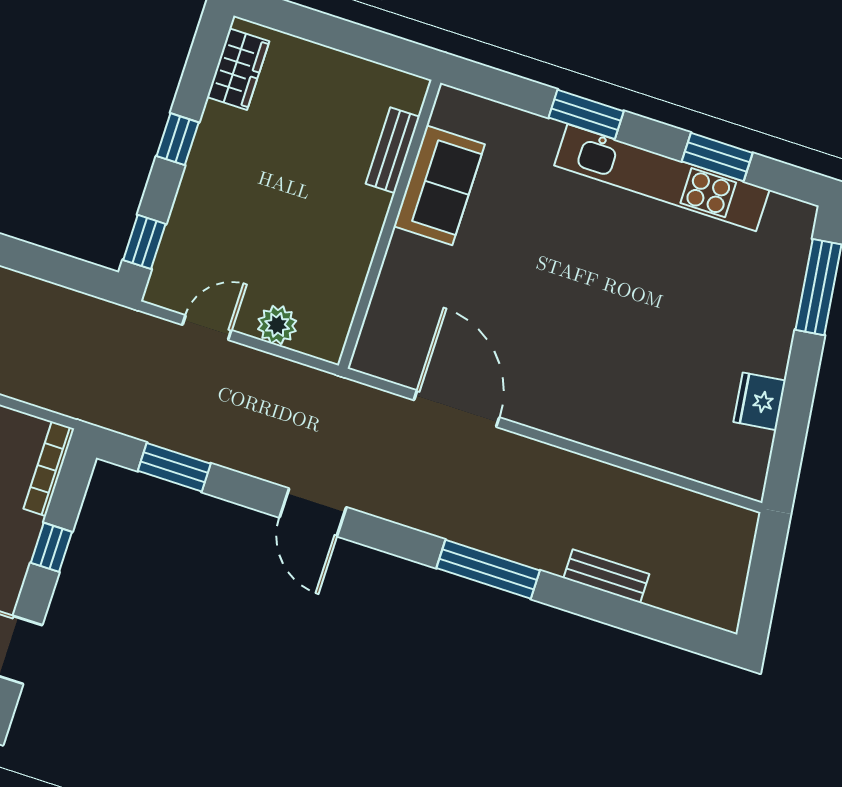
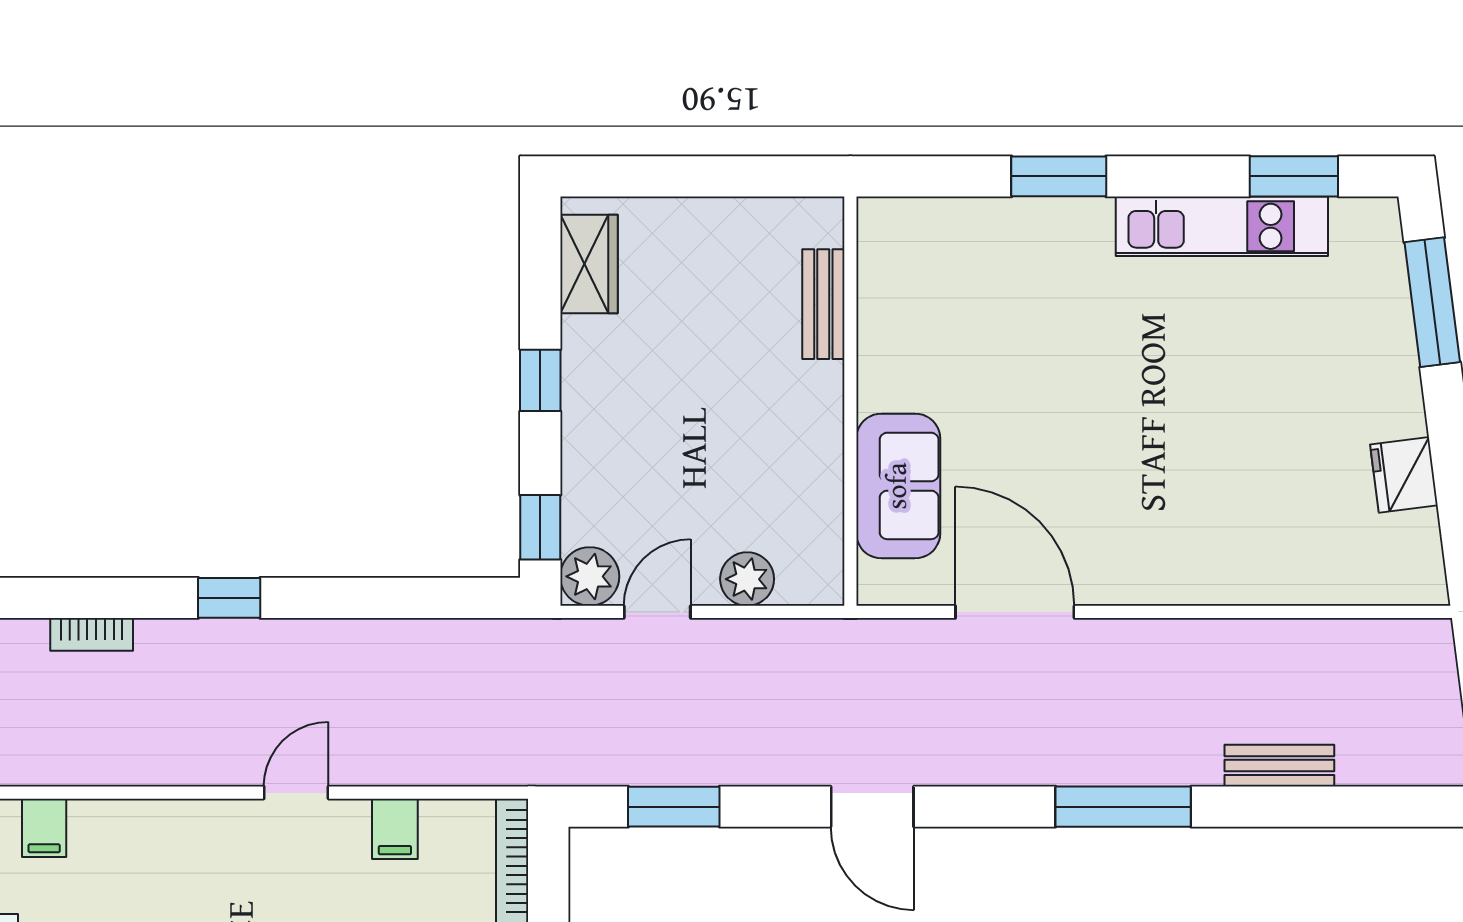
window: (717, 157) -> (1294, 176), moved
kitchen unit: (662, 178) -> (1222, 226), width x0.73
sofa: (439, 185) -> (898, 486), moved
plant: (168, 287) -> (590, 576), added

